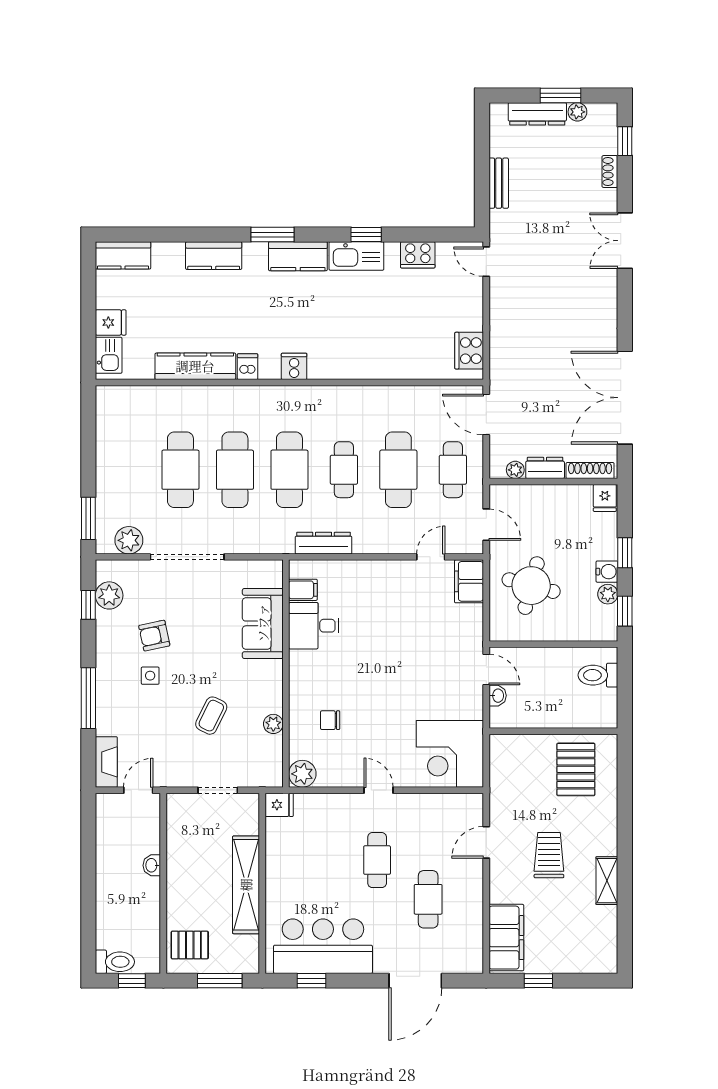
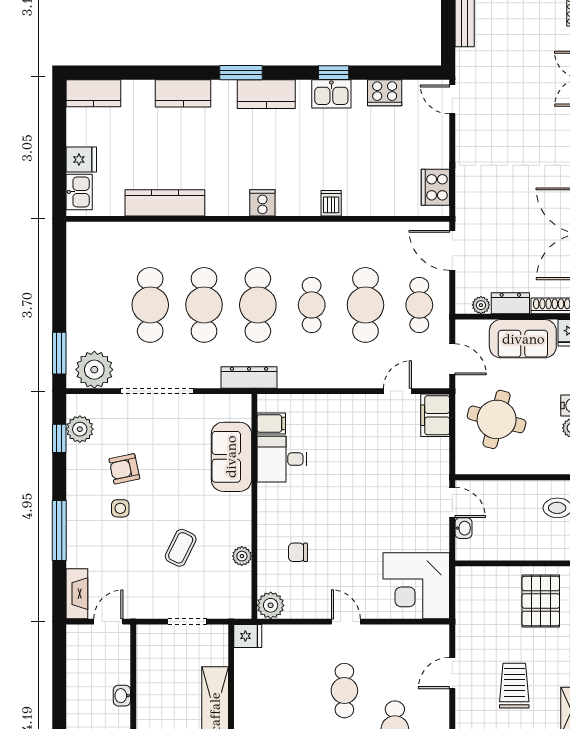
kitchen sink: (356, 256) -> (331, 94), width x0.73
dishwasher: (248, 367) -> (331, 203), moved
sofa: (558, 504) -> (523, 339), added
plant: (129, 540) -> (94, 370), width x1.36, depth x1.36
dresser: (324, 543) -> (249, 377), moved

